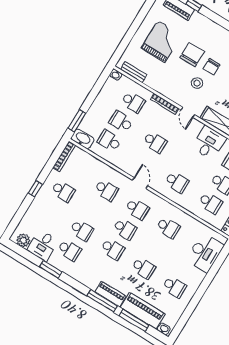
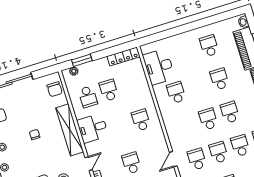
door: (140, 183) -> (173, 159), moved
school desk: (210, 203) -> (130, 84), removed
school desk: (137, 209) -> (219, 152), moved
desk: (205, 253) -> (159, 67), moved, turned -90

